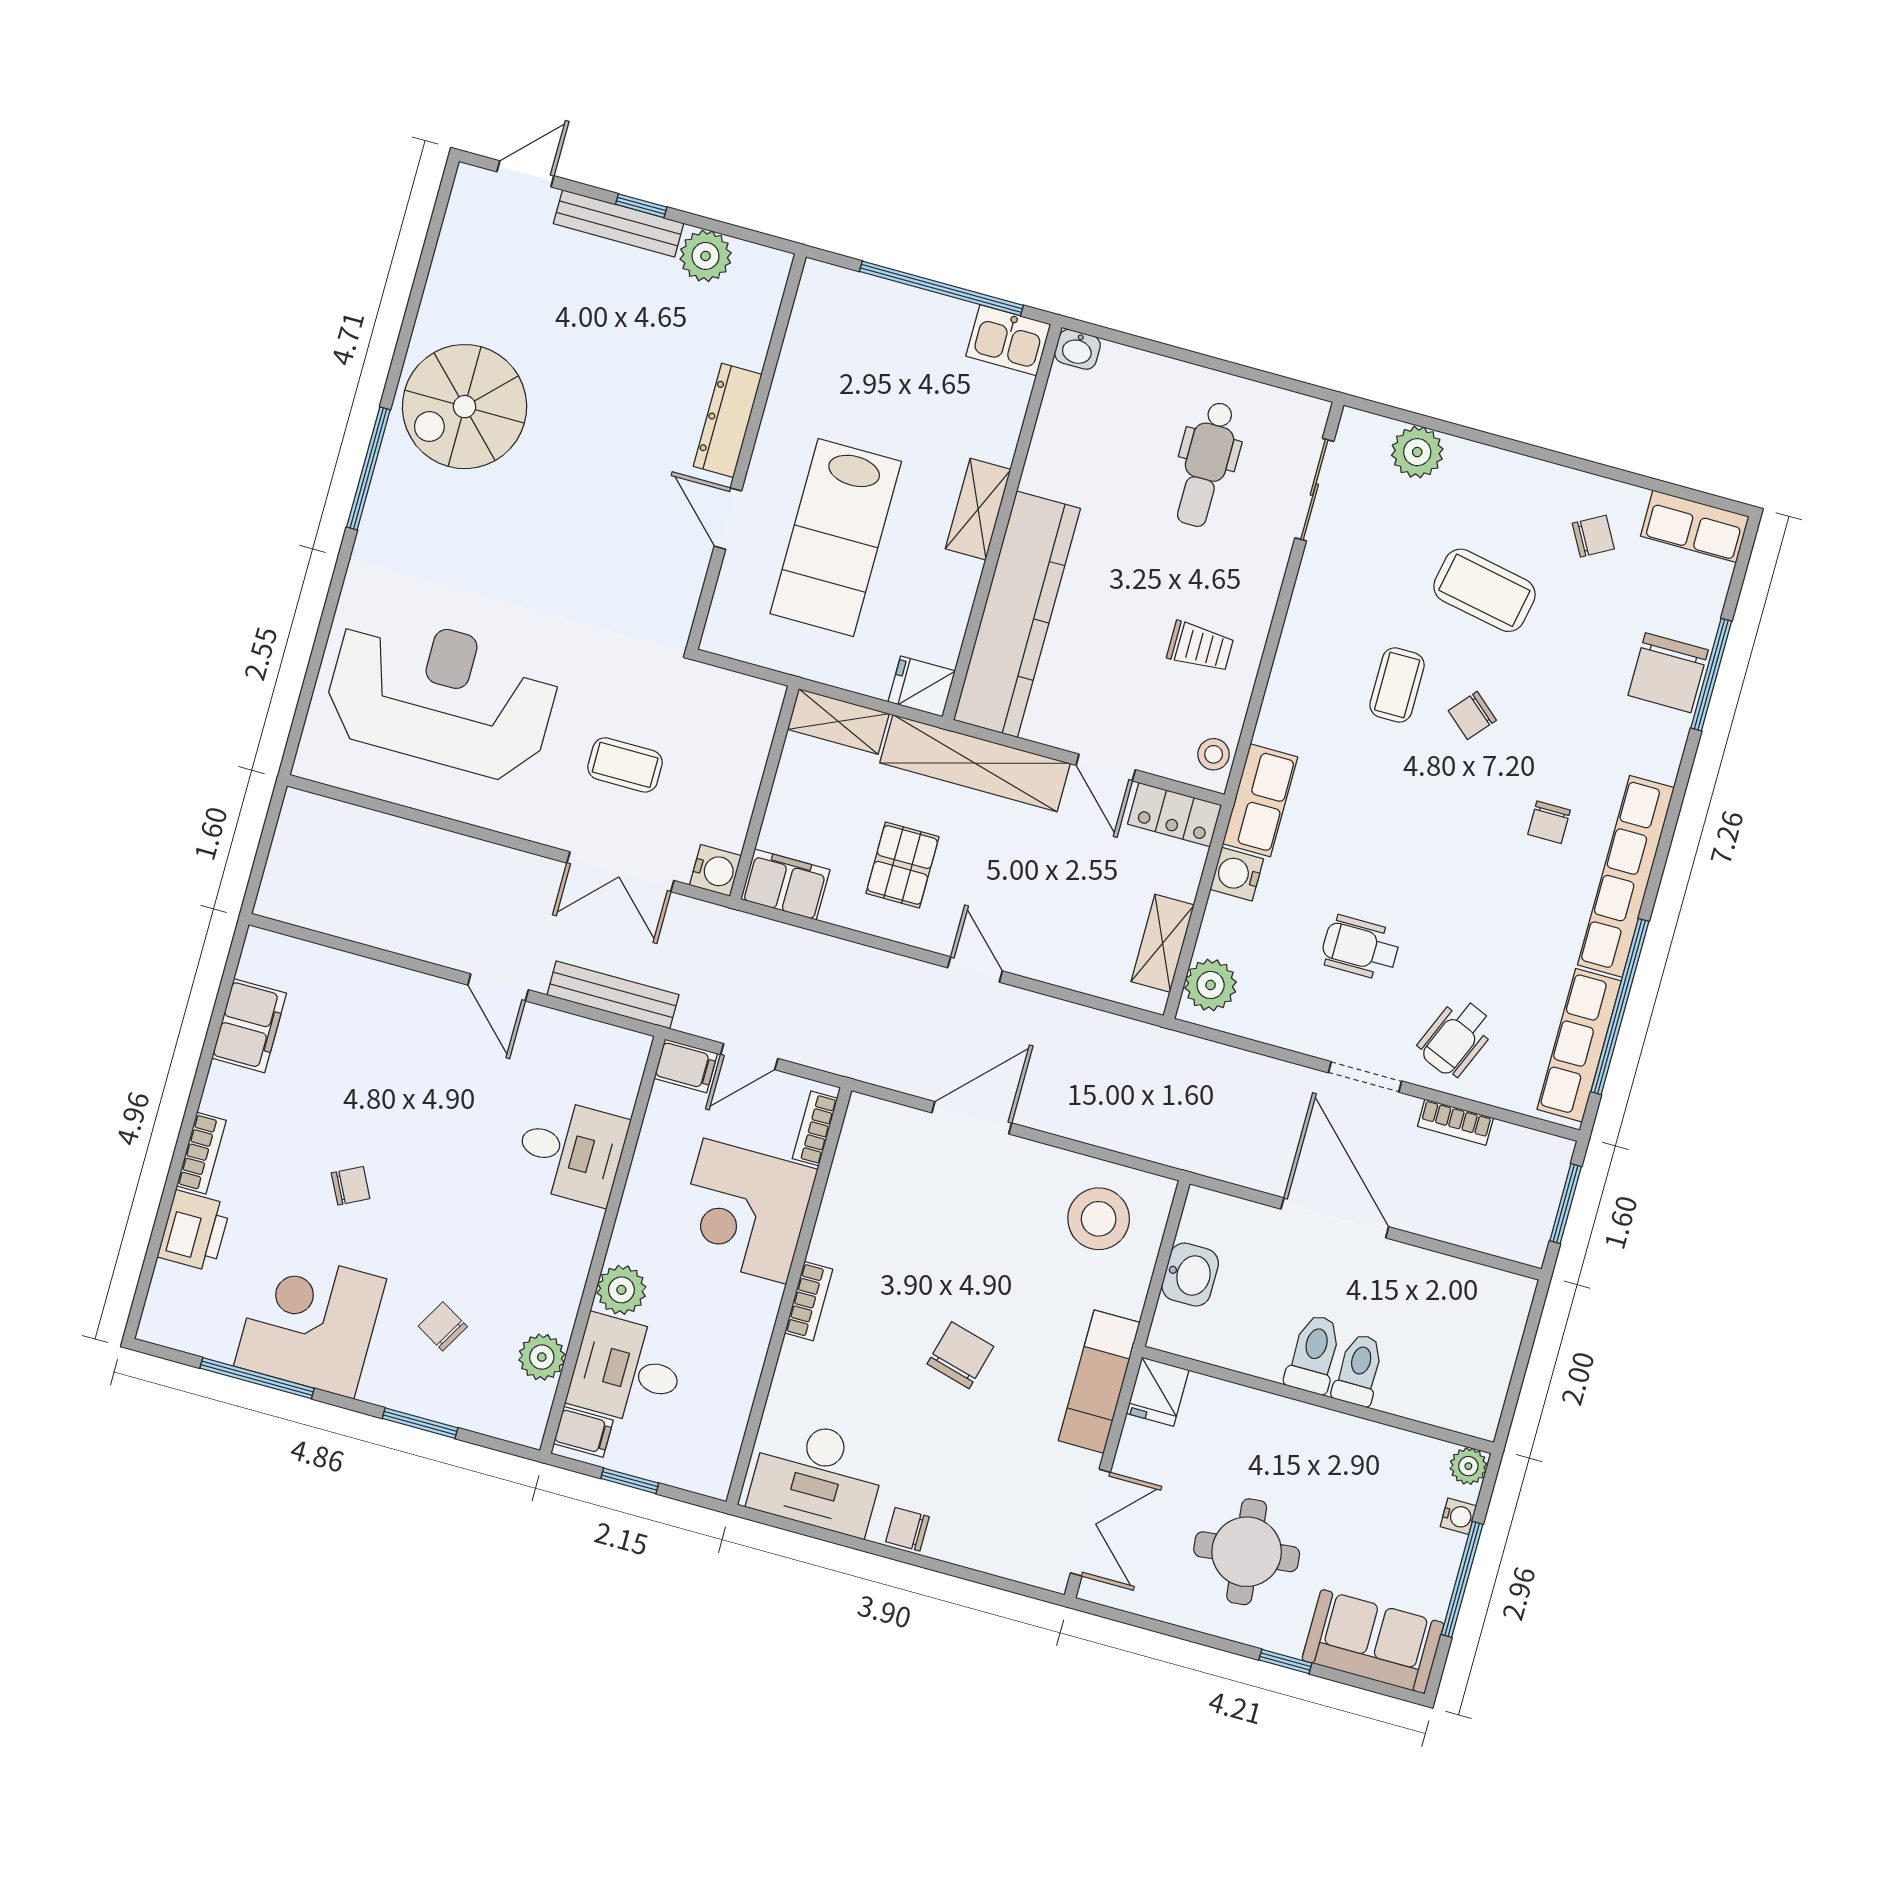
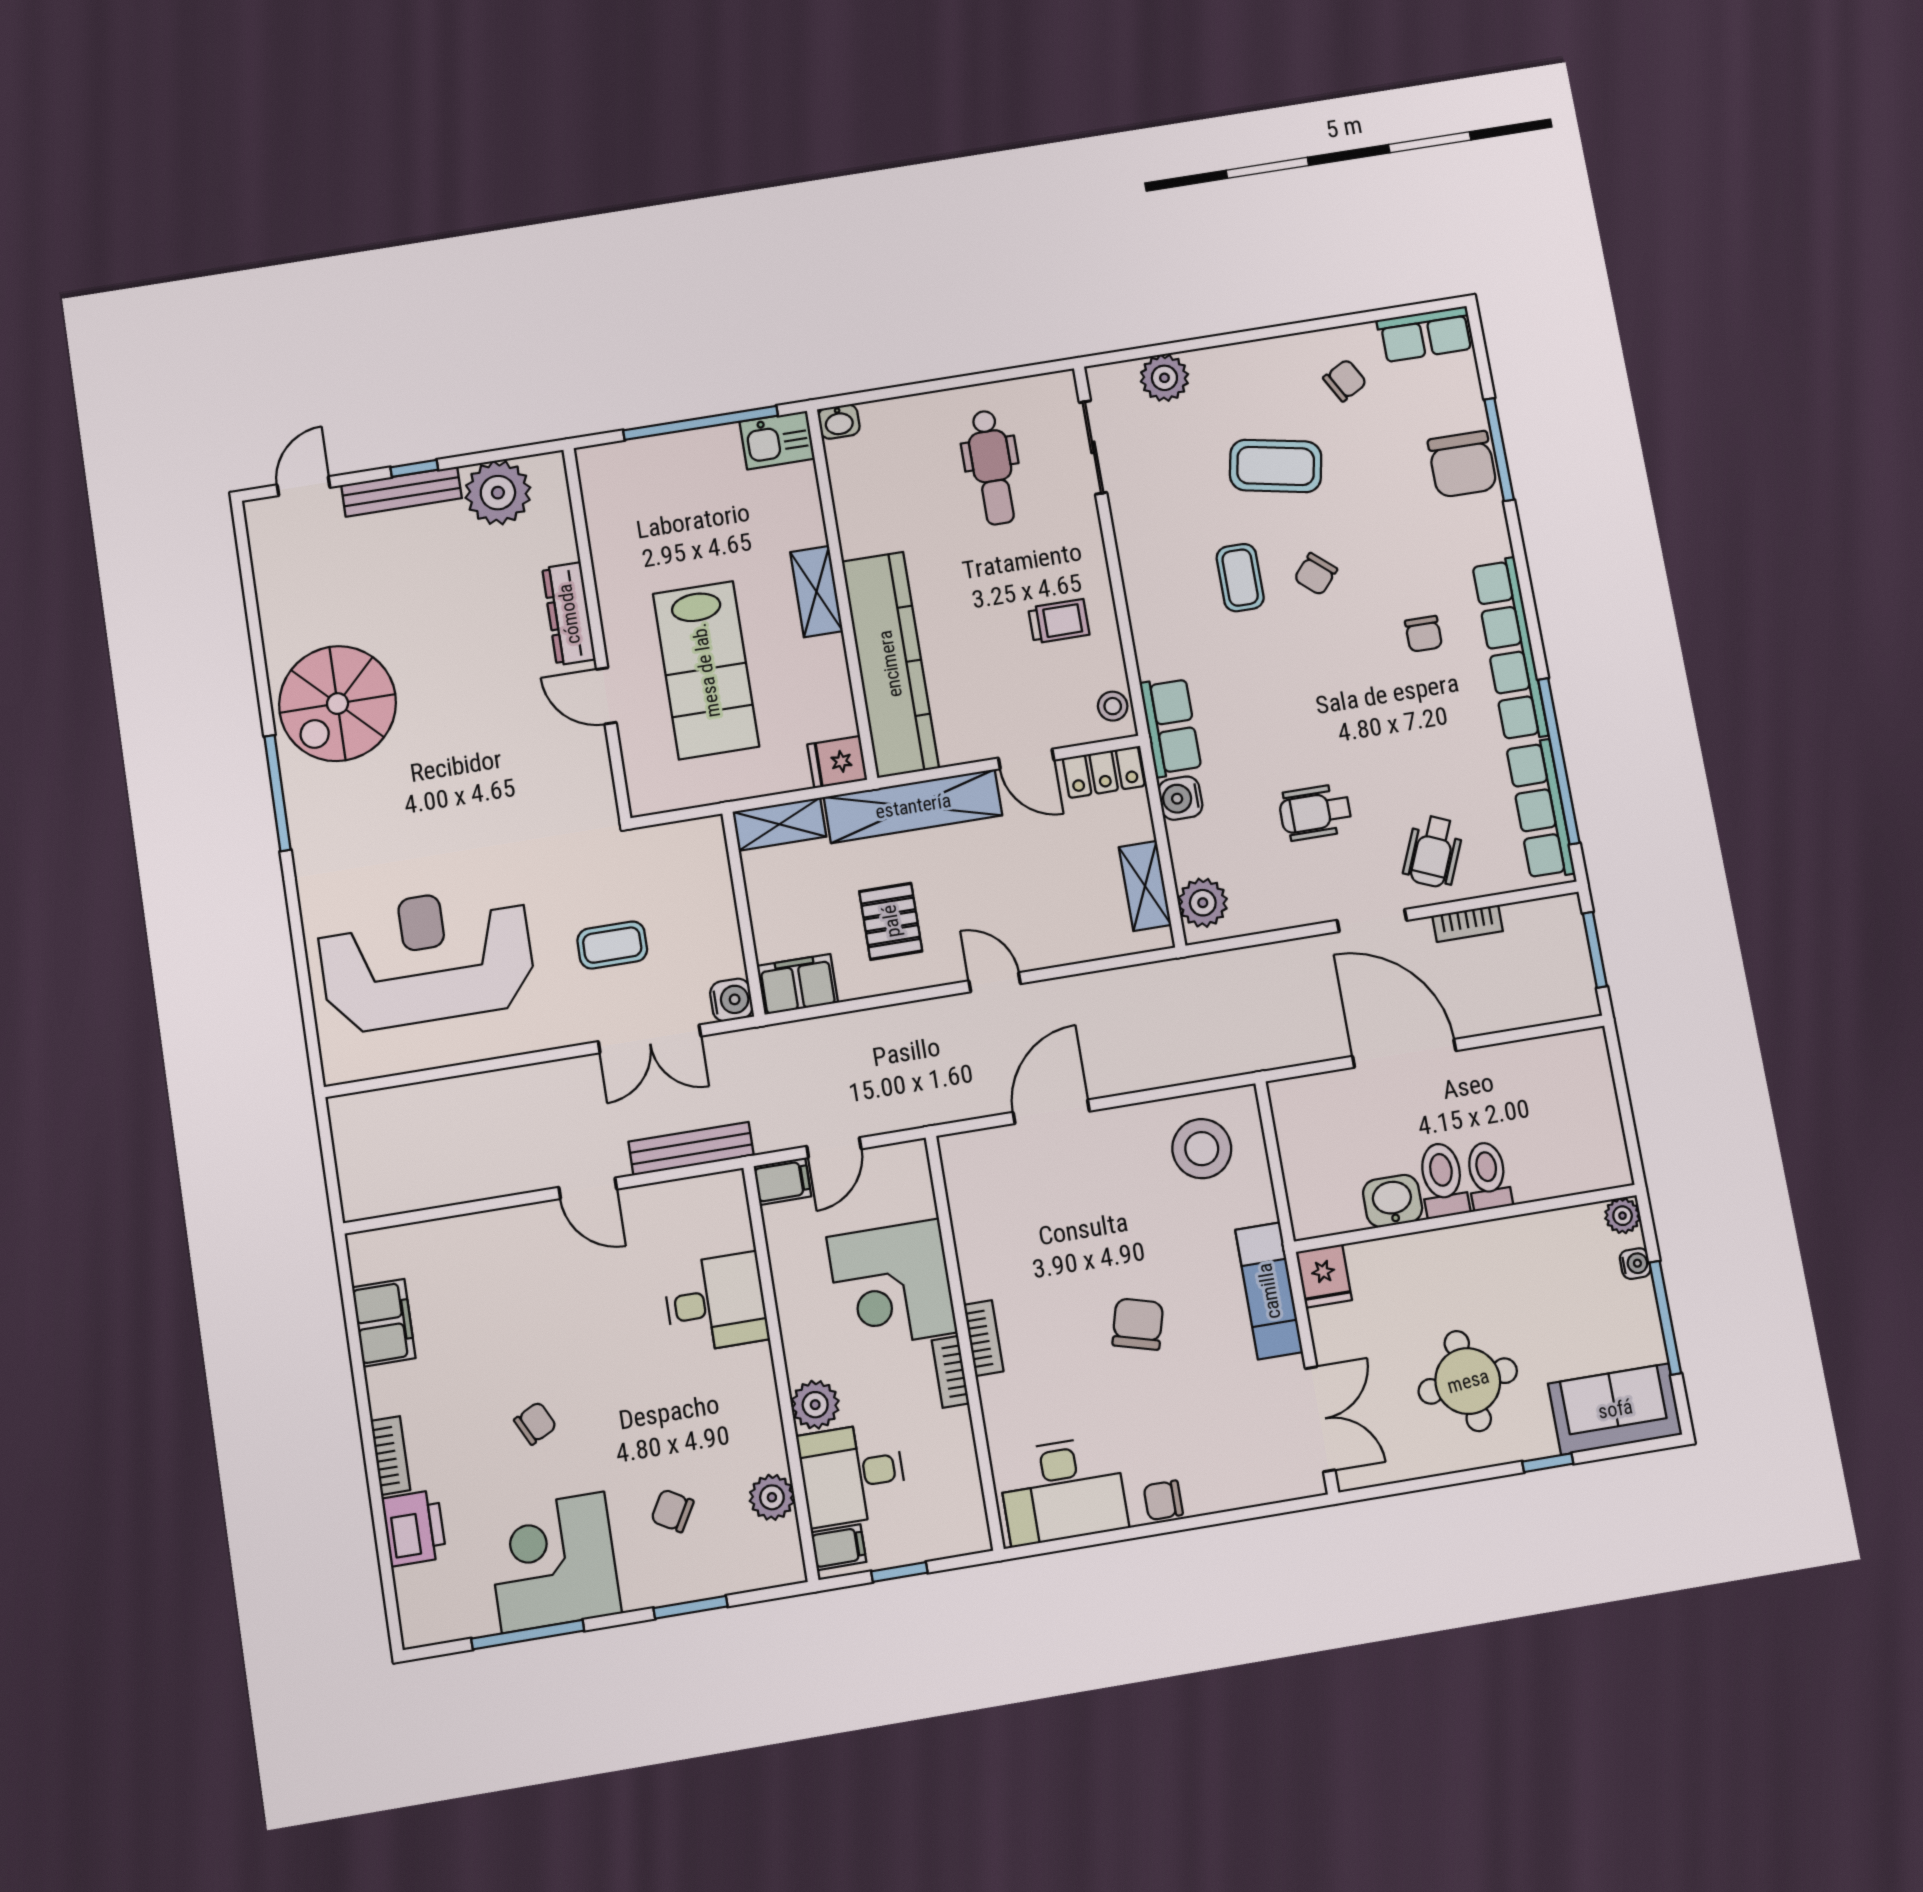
plant: (706, 256) -> (498, 493), width x1.36, depth x1.36
bookcase: (815, 1128) -> (950, 1372), moved
washbasin: (1190, 1275) -> (1393, 1201), moved, turned -90

